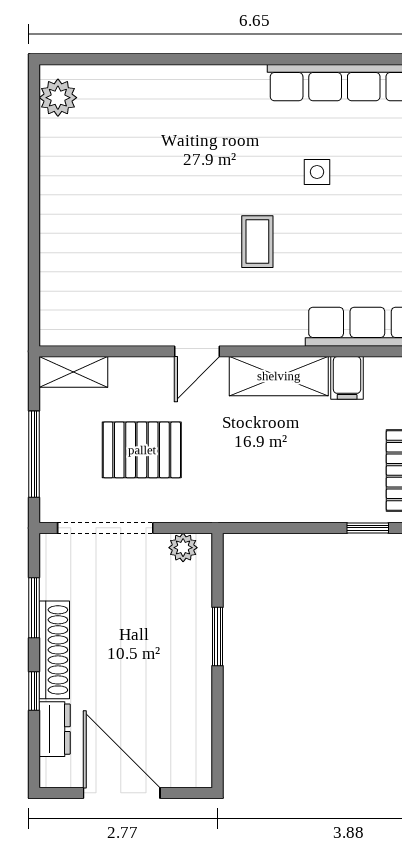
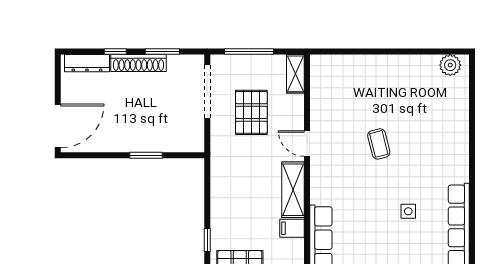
coffee table: (257, 242) -> (379, 144), moved, turned 76
plant: (183, 548) -> (196, 136), removed
dresser: (55, 729) -> (87, 63), width x1.44
door: (122, 793) -> (58, 126), moved

